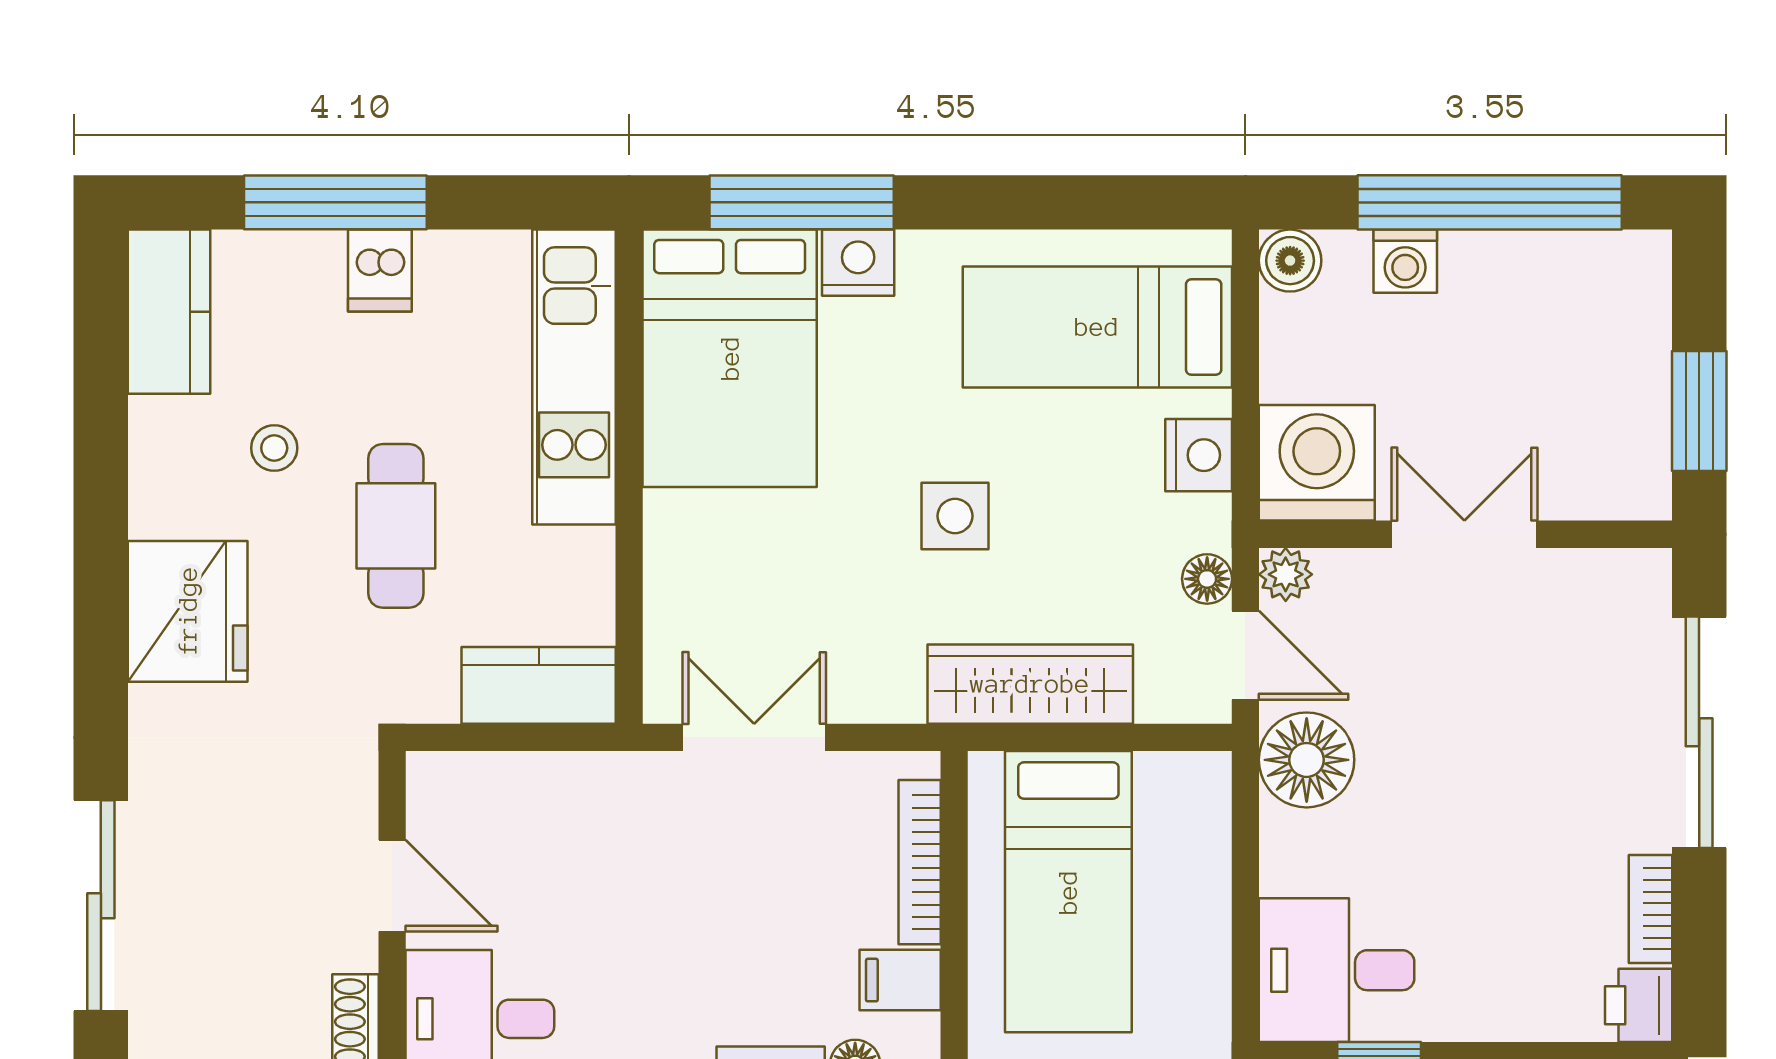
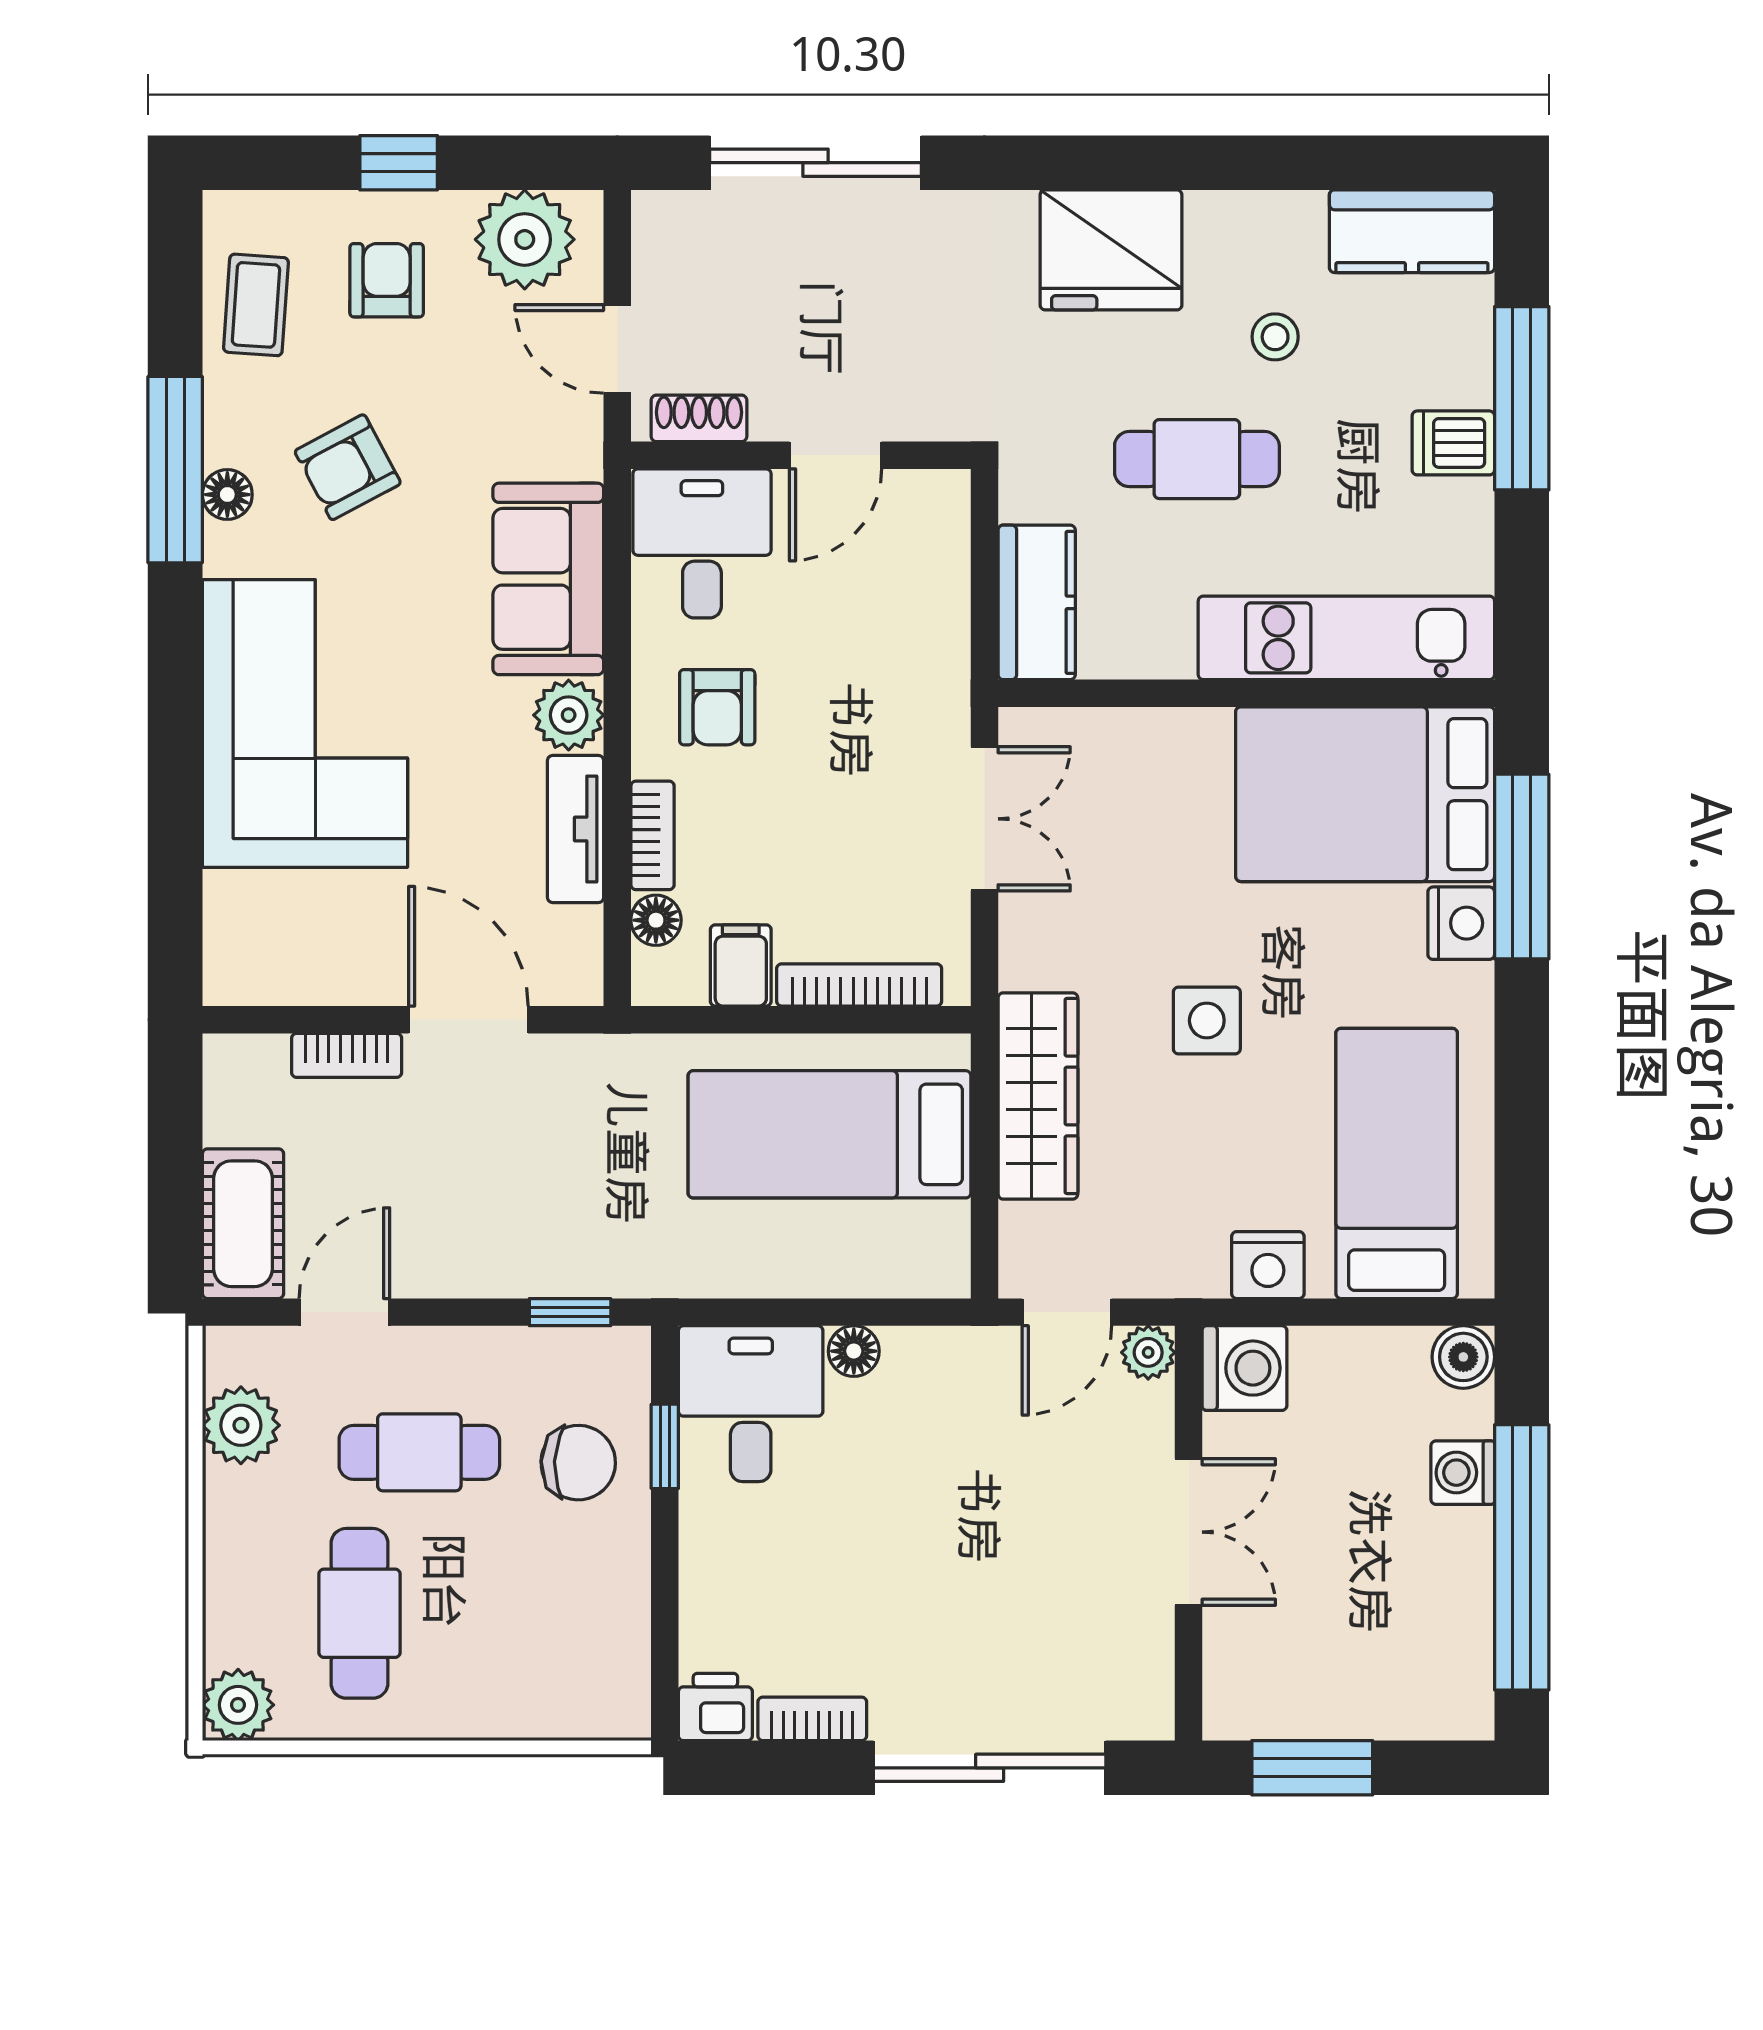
washing machine: (1317, 463) -> (1244, 1368), width x0.73, depth x0.73
floor lamp: (1207, 579) -> (1144, 1274), removed
floor lamp: (1307, 760) -> (854, 1351), moved, width x0.53, depth x0.53
armchair: (643, 1004) -> (717, 707), added

